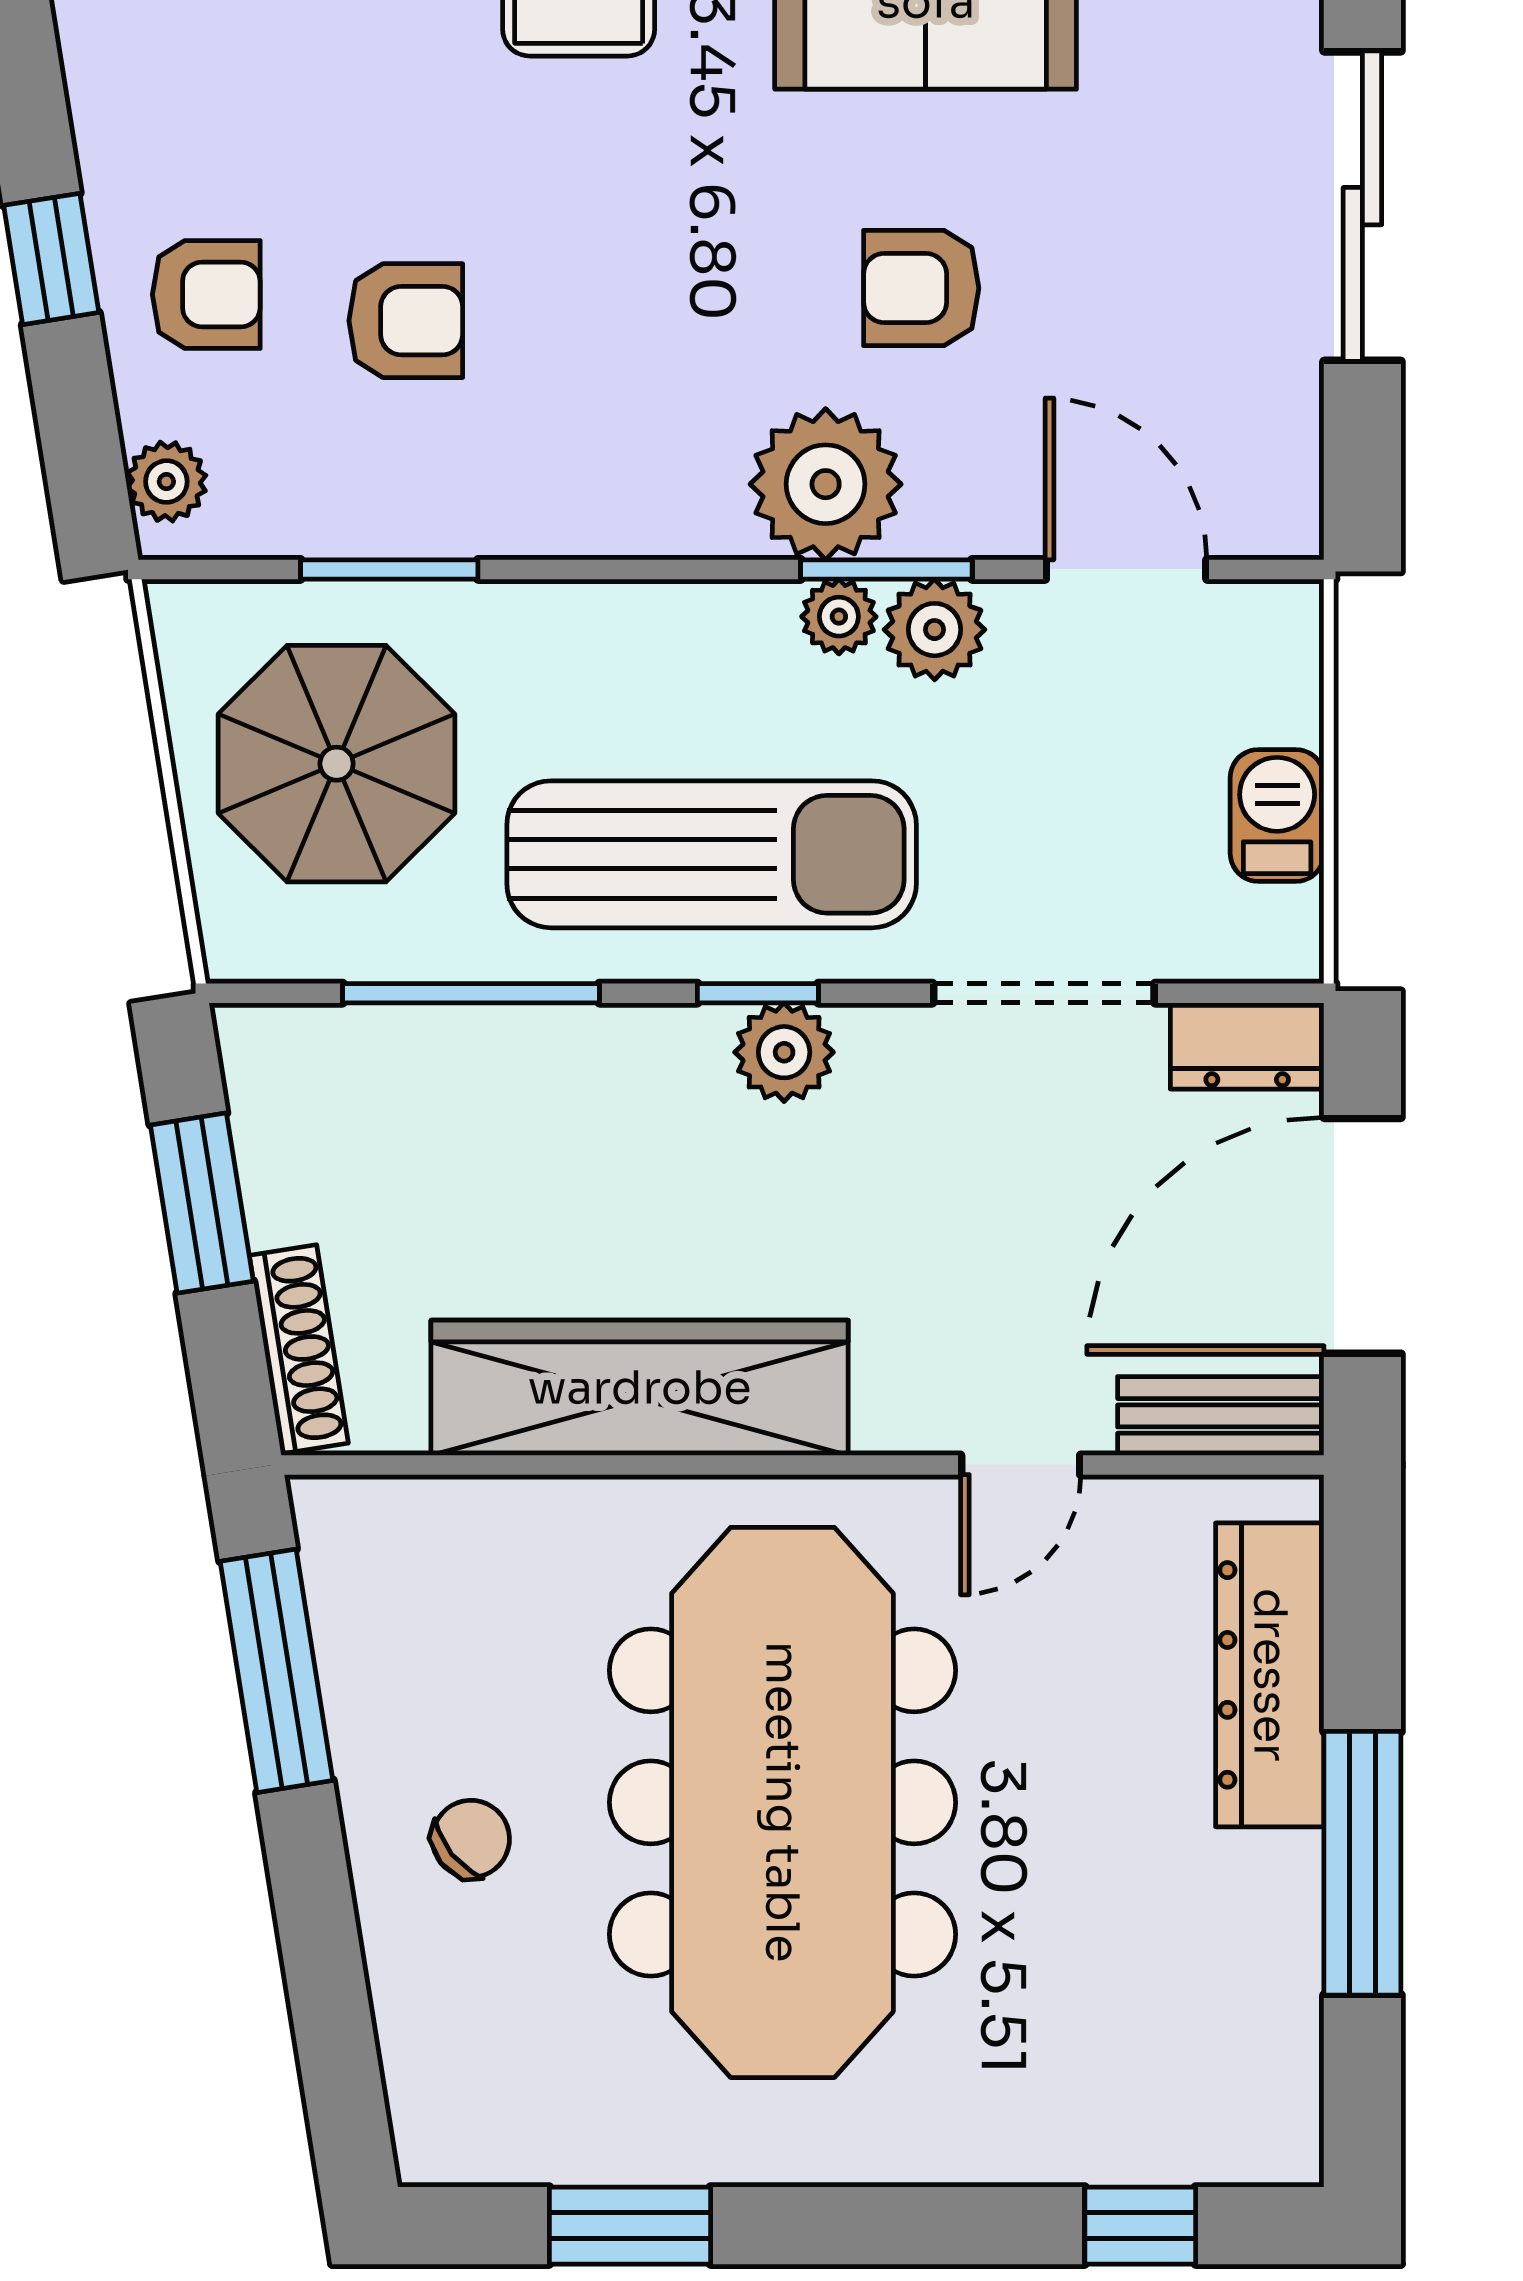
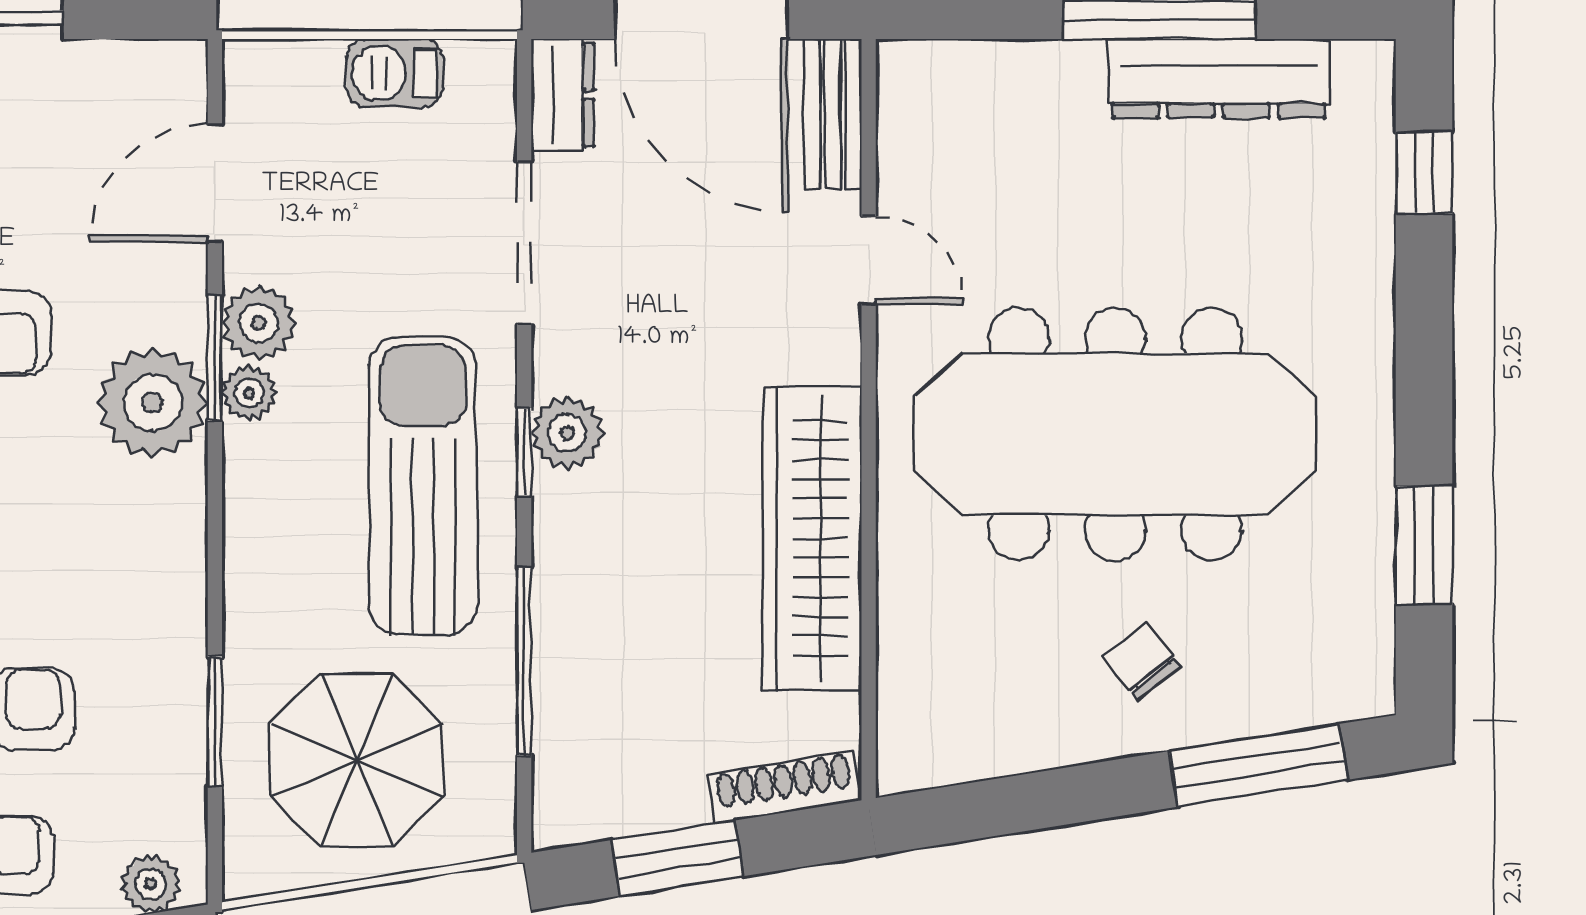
window: (276, 1671) -> (1258, 765), moved
dresser: (1270, 1675) -> (1219, 78), moved

